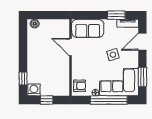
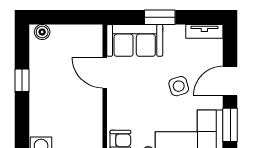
window: (116, 15) -> (160, 17), moved
door: (142, 42) -> (230, 81), moved
window: (23, 79) -> (22, 80), moved

